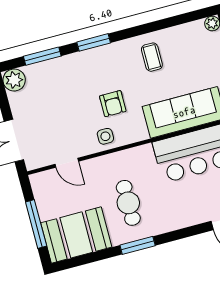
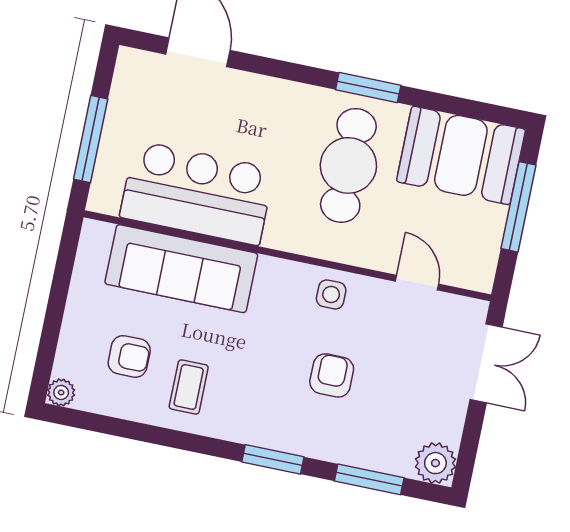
armchair: (188, 57) -> (129, 356), added
armchair: (113, 104) -> (332, 375), moved
cafe table: (128, 203) -> (348, 165), width x1.37, depth x1.35

